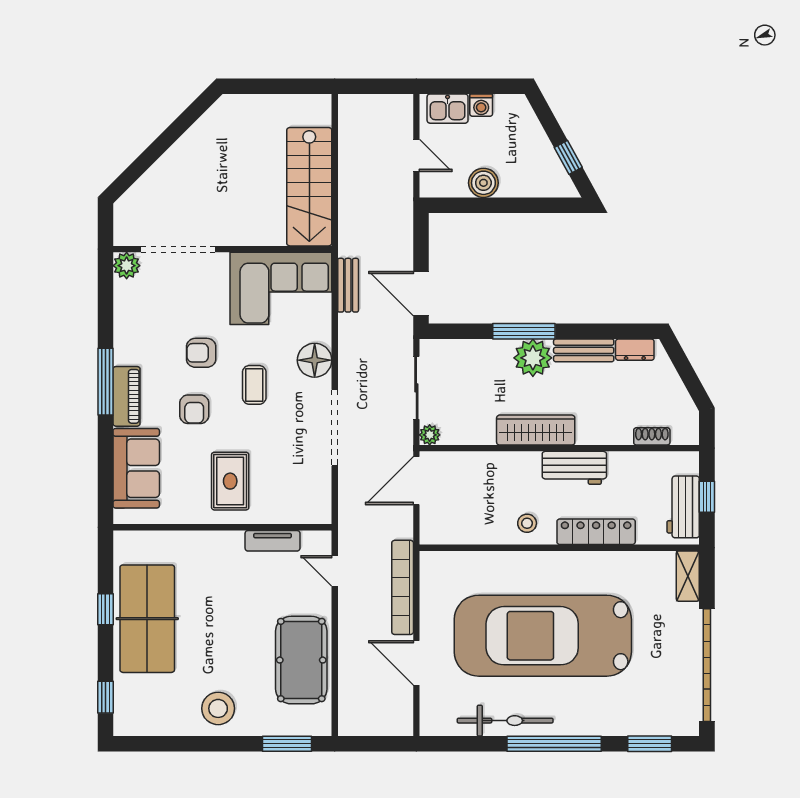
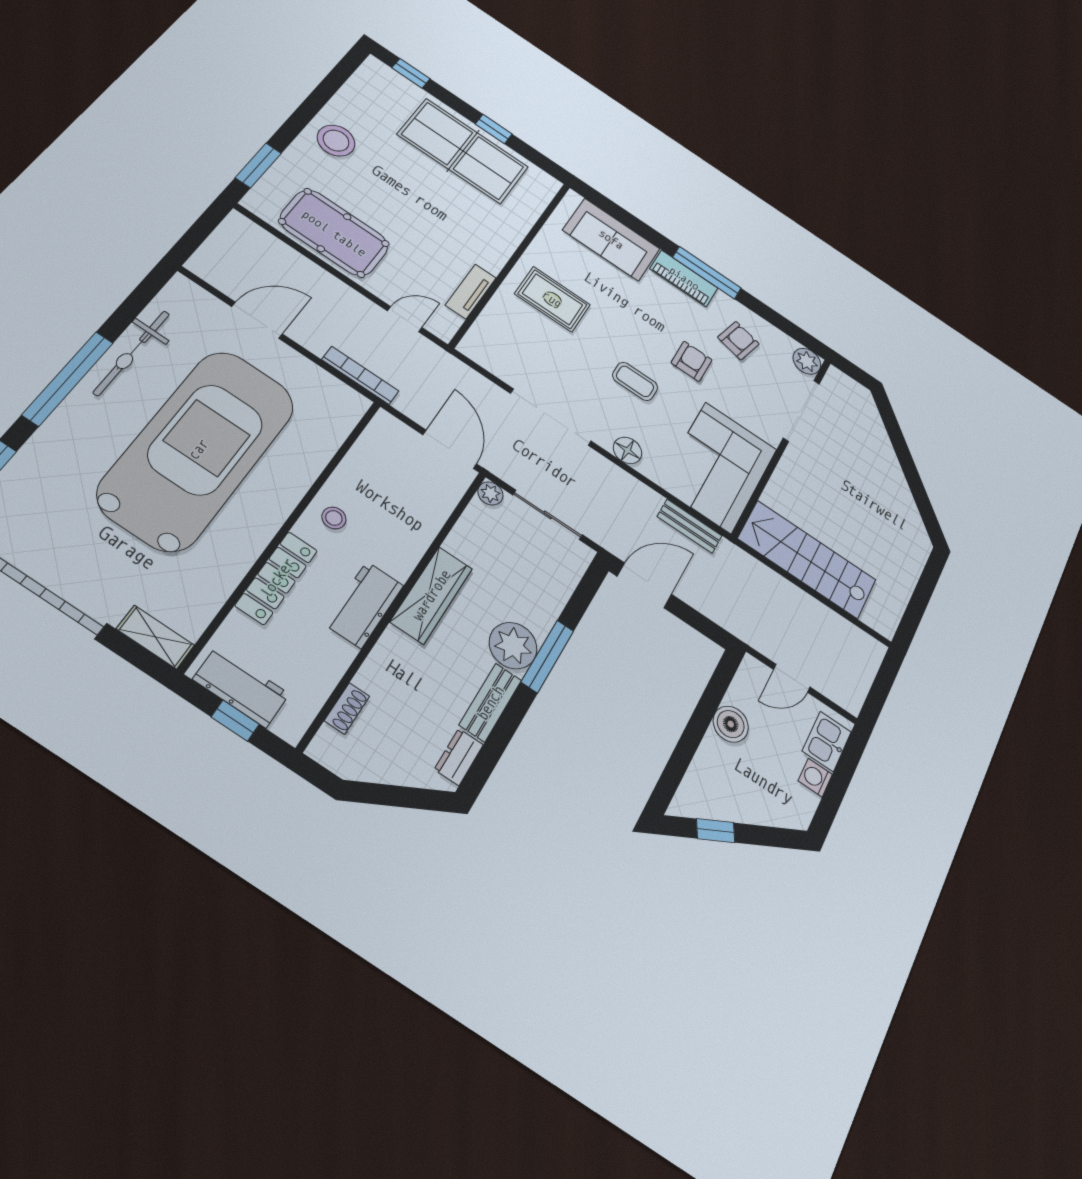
floor lamp: (315, 360) -> (628, 450), width x0.73, depth x0.73
armchair: (194, 409) -> (738, 341), moved, turned 104
bookcase: (403, 587) -> (360, 375), width x0.68, depth x0.76

